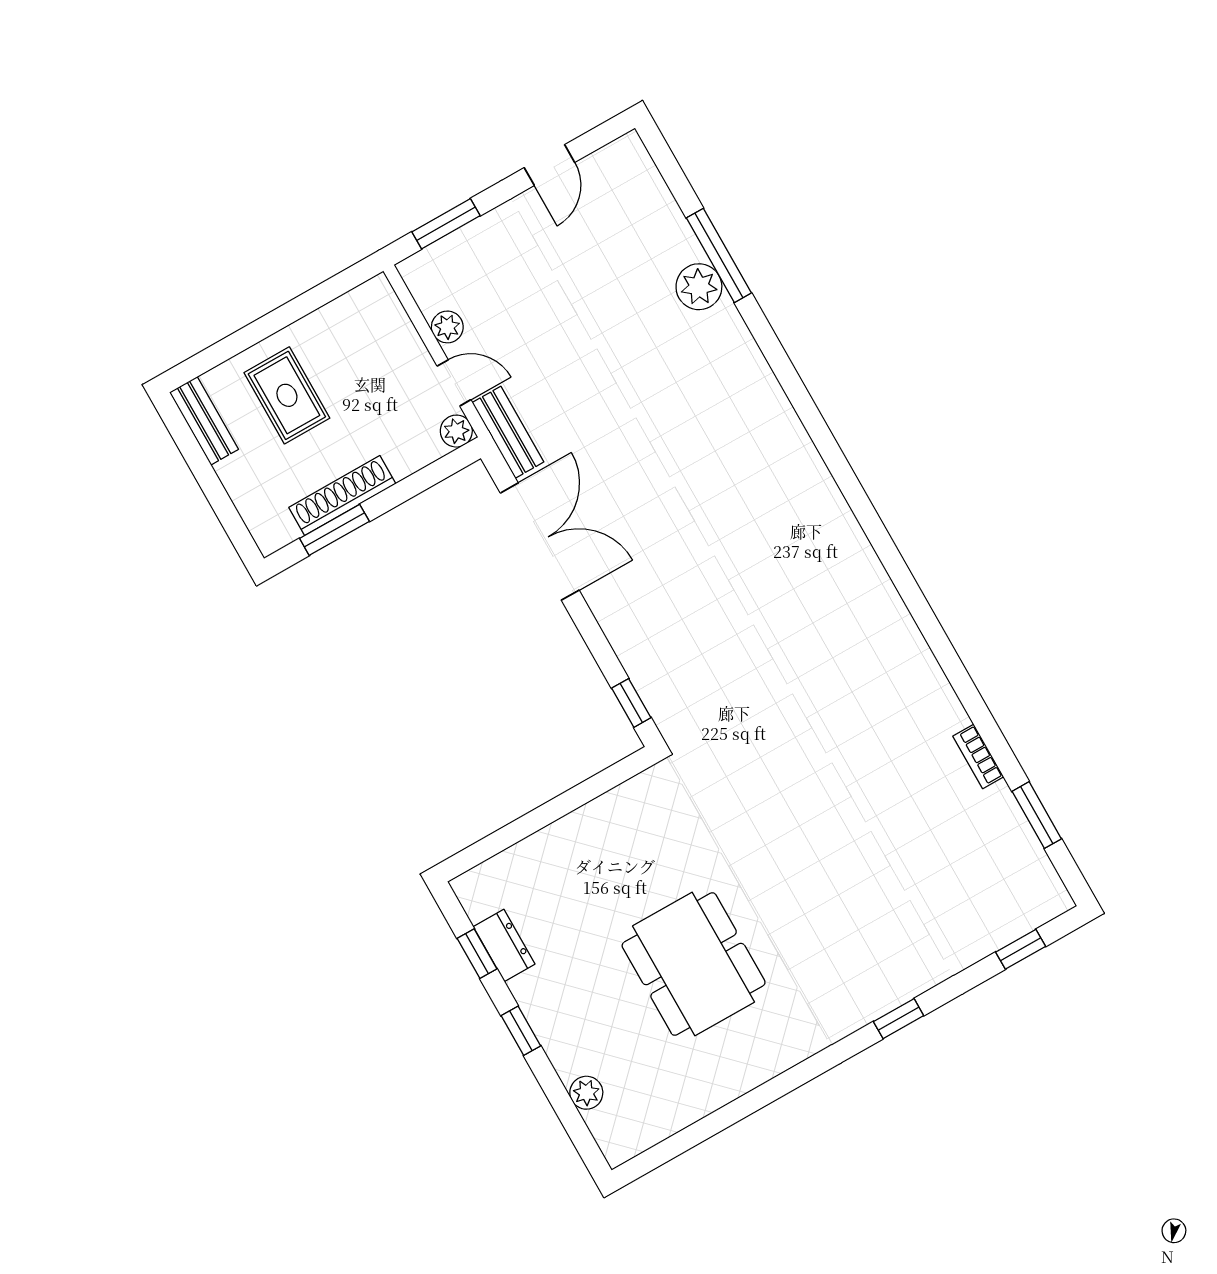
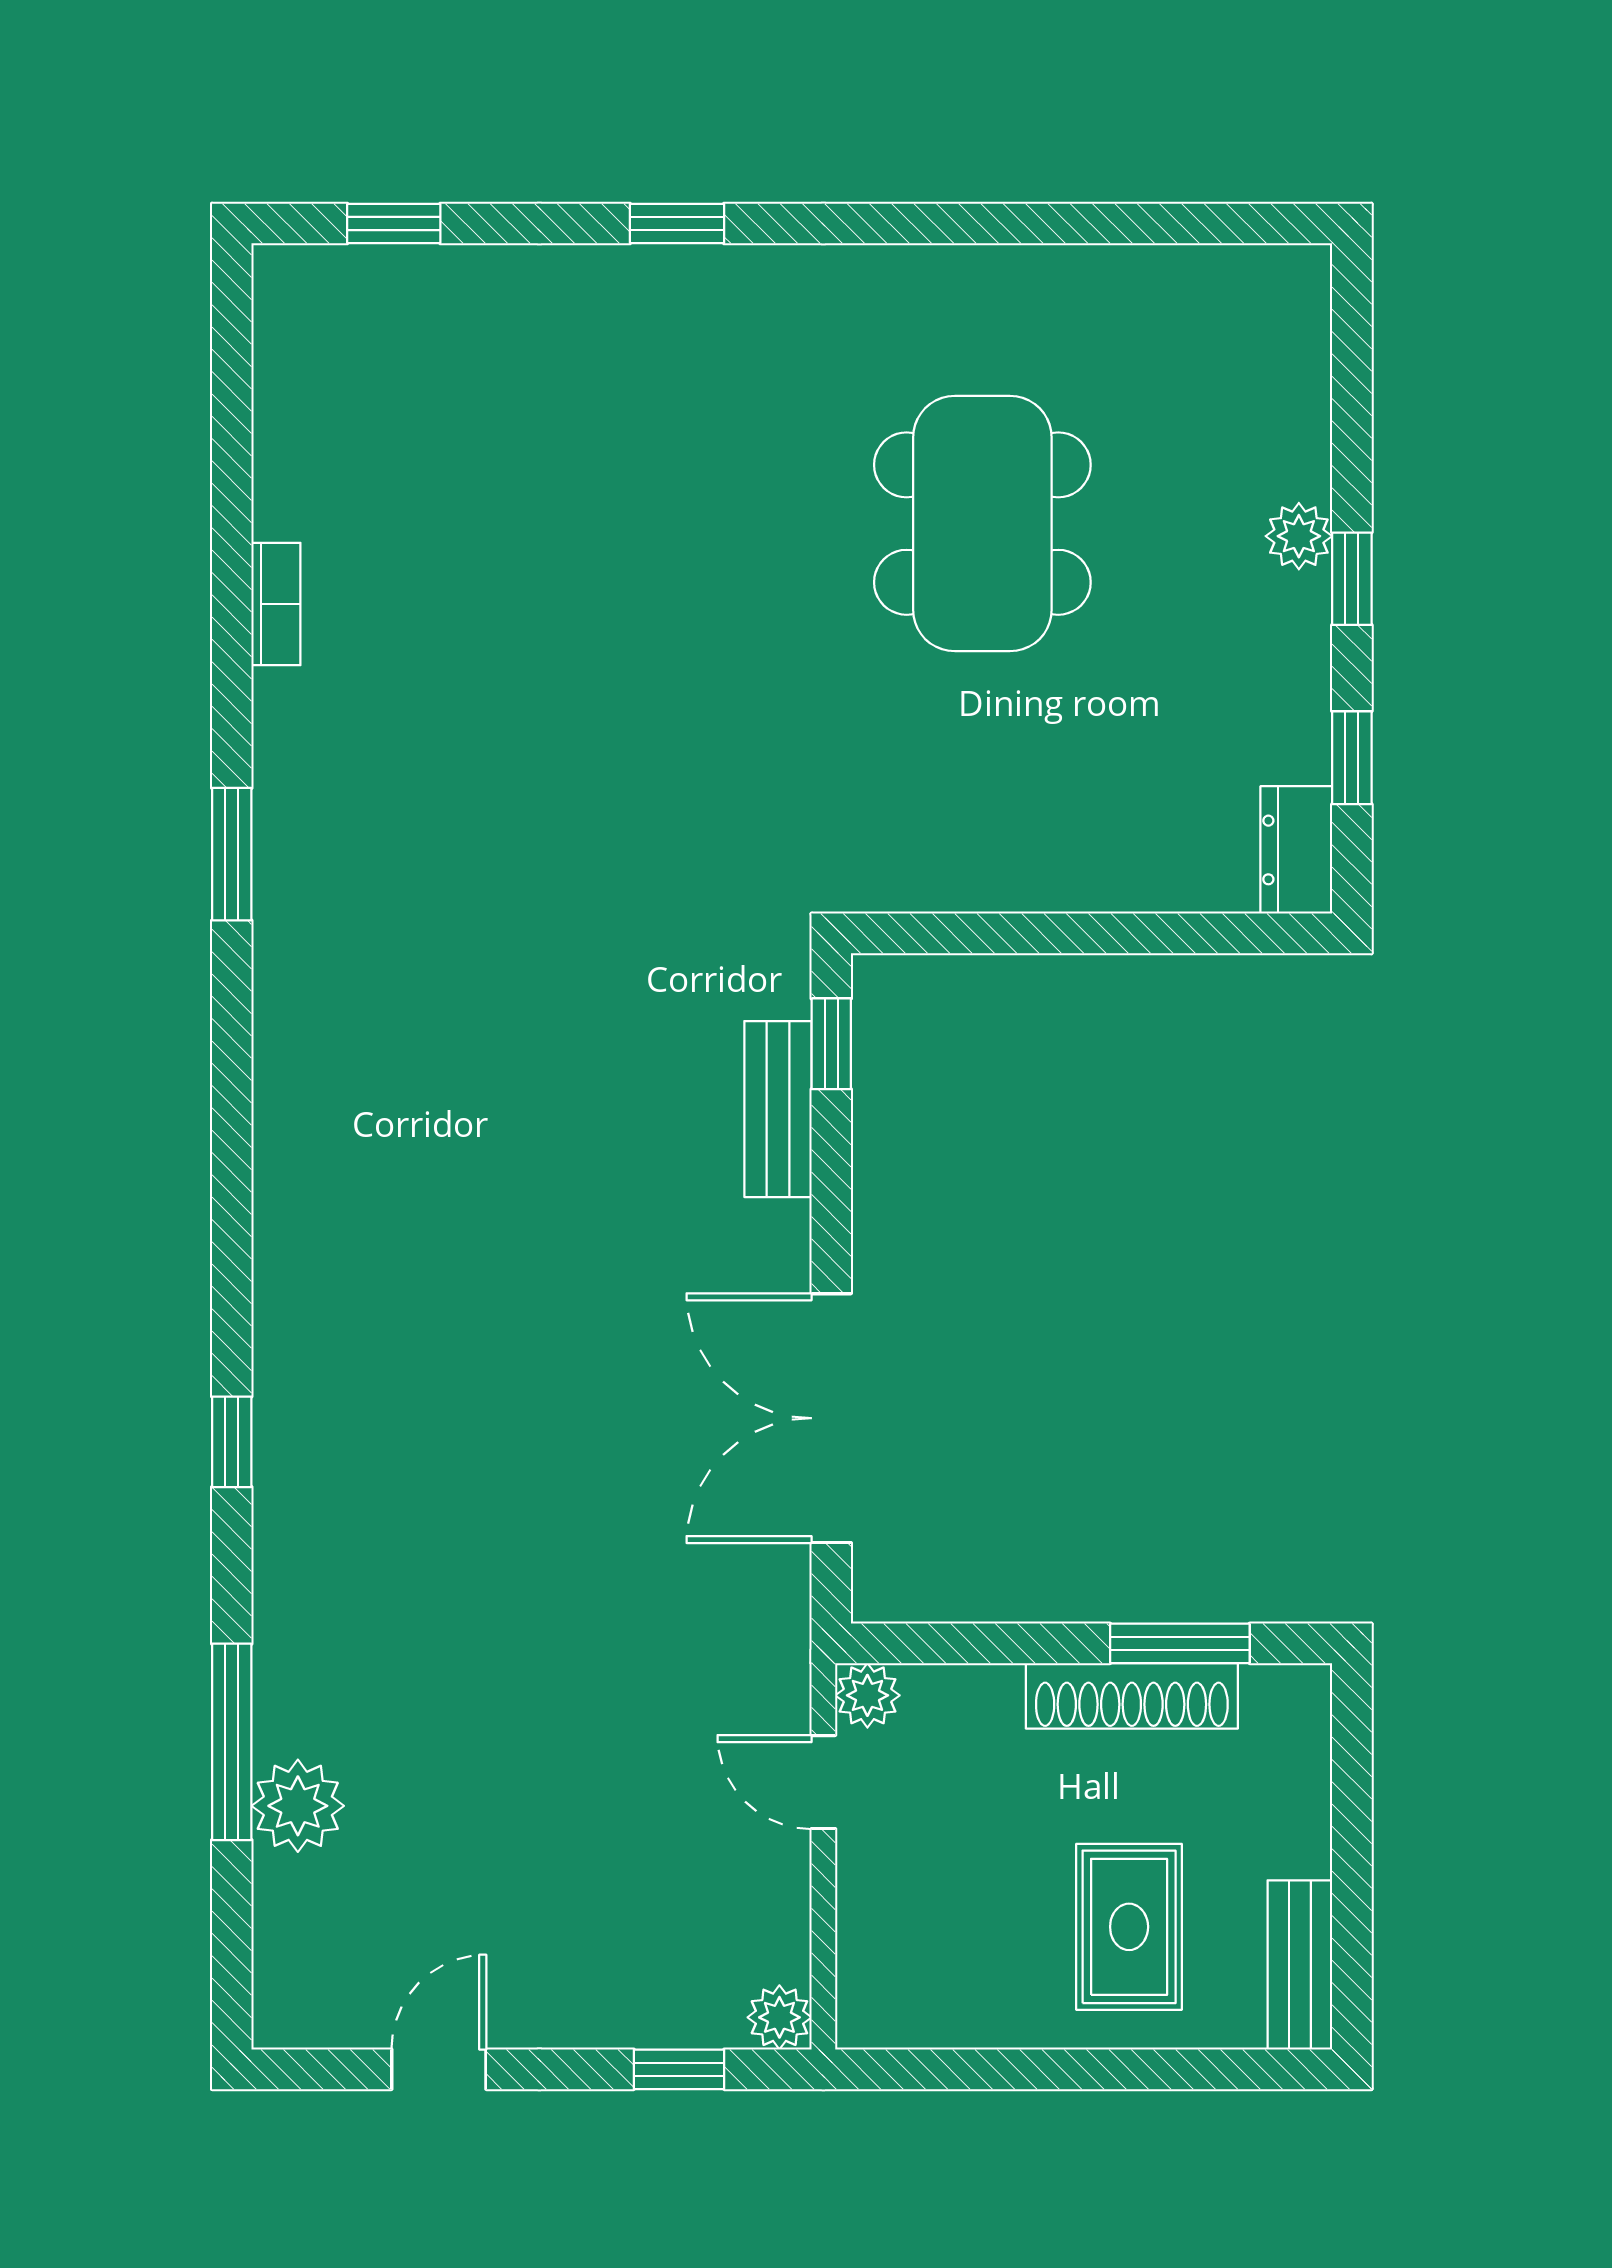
window: (446, 224) -> (679, 2069), width x0.67
plant: (699, 287) -> (298, 1806), moved
plant: (447, 327) -> (779, 2017), moved
window: (792, 385) -> (232, 1442), added
bench: (508, 432) -> (778, 1109), moved
window: (1037, 815) -> (232, 854), moved
dresser: (504, 945) -> (1296, 850), moved
plant: (586, 1093) -> (1299, 536), moved

